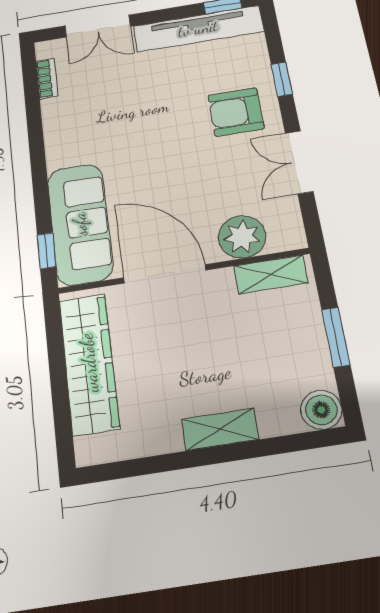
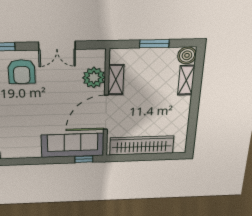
shelving: (271, 274) -> (116, 80), moved
shelving: (220, 429) -> (186, 80), moved

